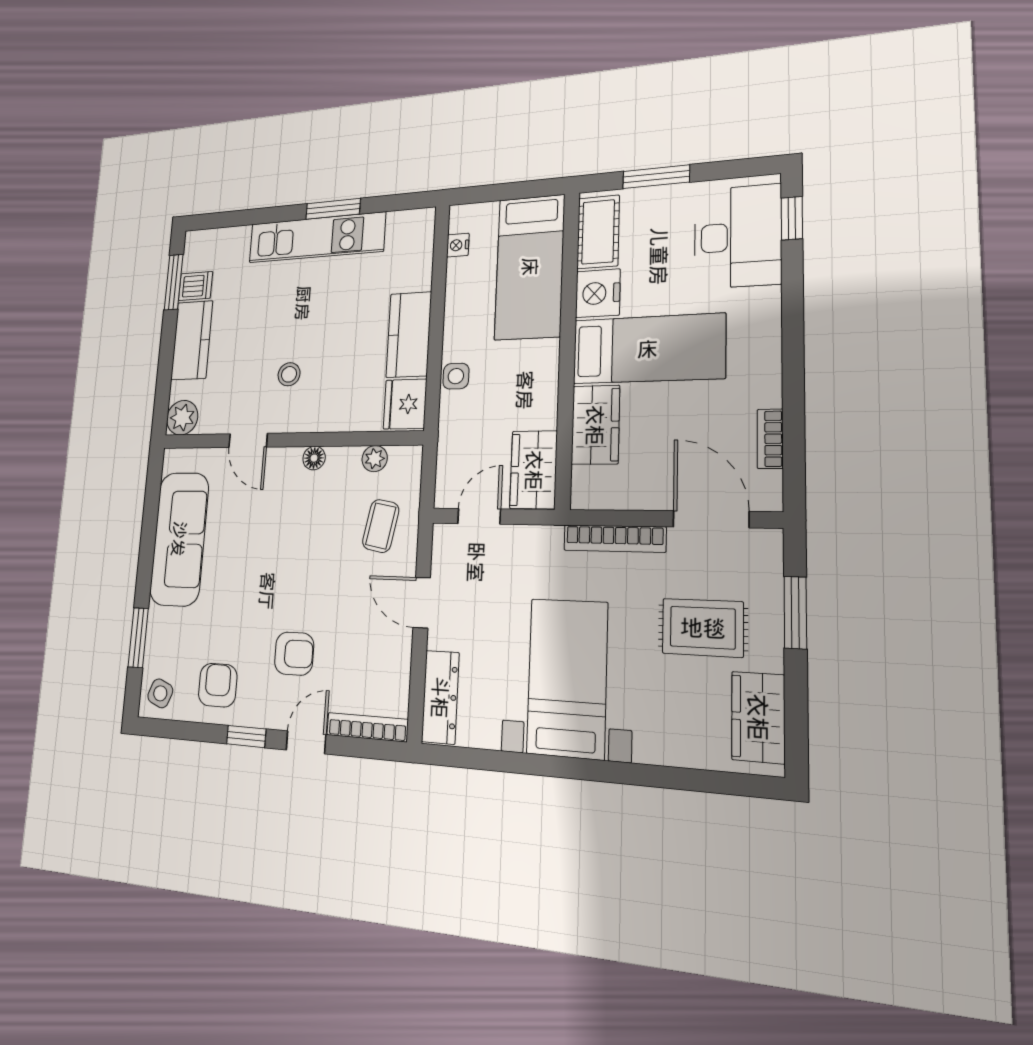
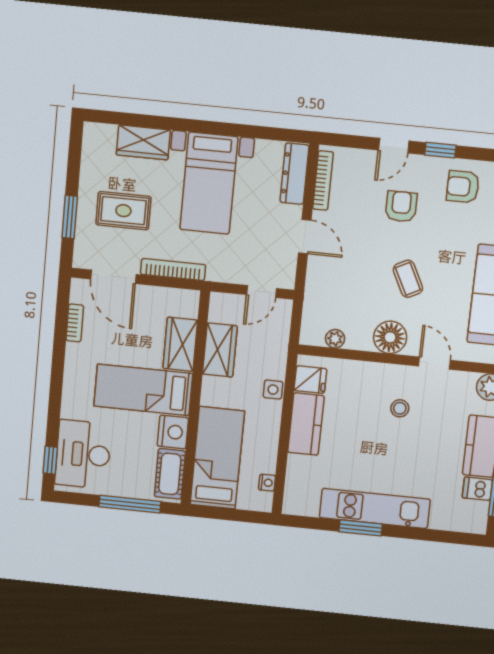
window: (656, 177) -> (130, 504), width x1.44
fridge: (405, 404) -> (310, 380), width x0.72
floor lamp: (314, 458) -> (390, 337), width x1.89, depth x1.89
wardrobe: (534, 470) -> (220, 350), moved
coffee table: (381, 526) -> (408, 279), moved, turned -38
armchair: (294, 654) -> (401, 207), turned 90
armchair: (218, 685) -> (463, 187), turned 90
wardrobe: (758, 717) -> (143, 142), moved, turned 90
bookcase: (367, 727) -> (323, 181), moved, turned -90

